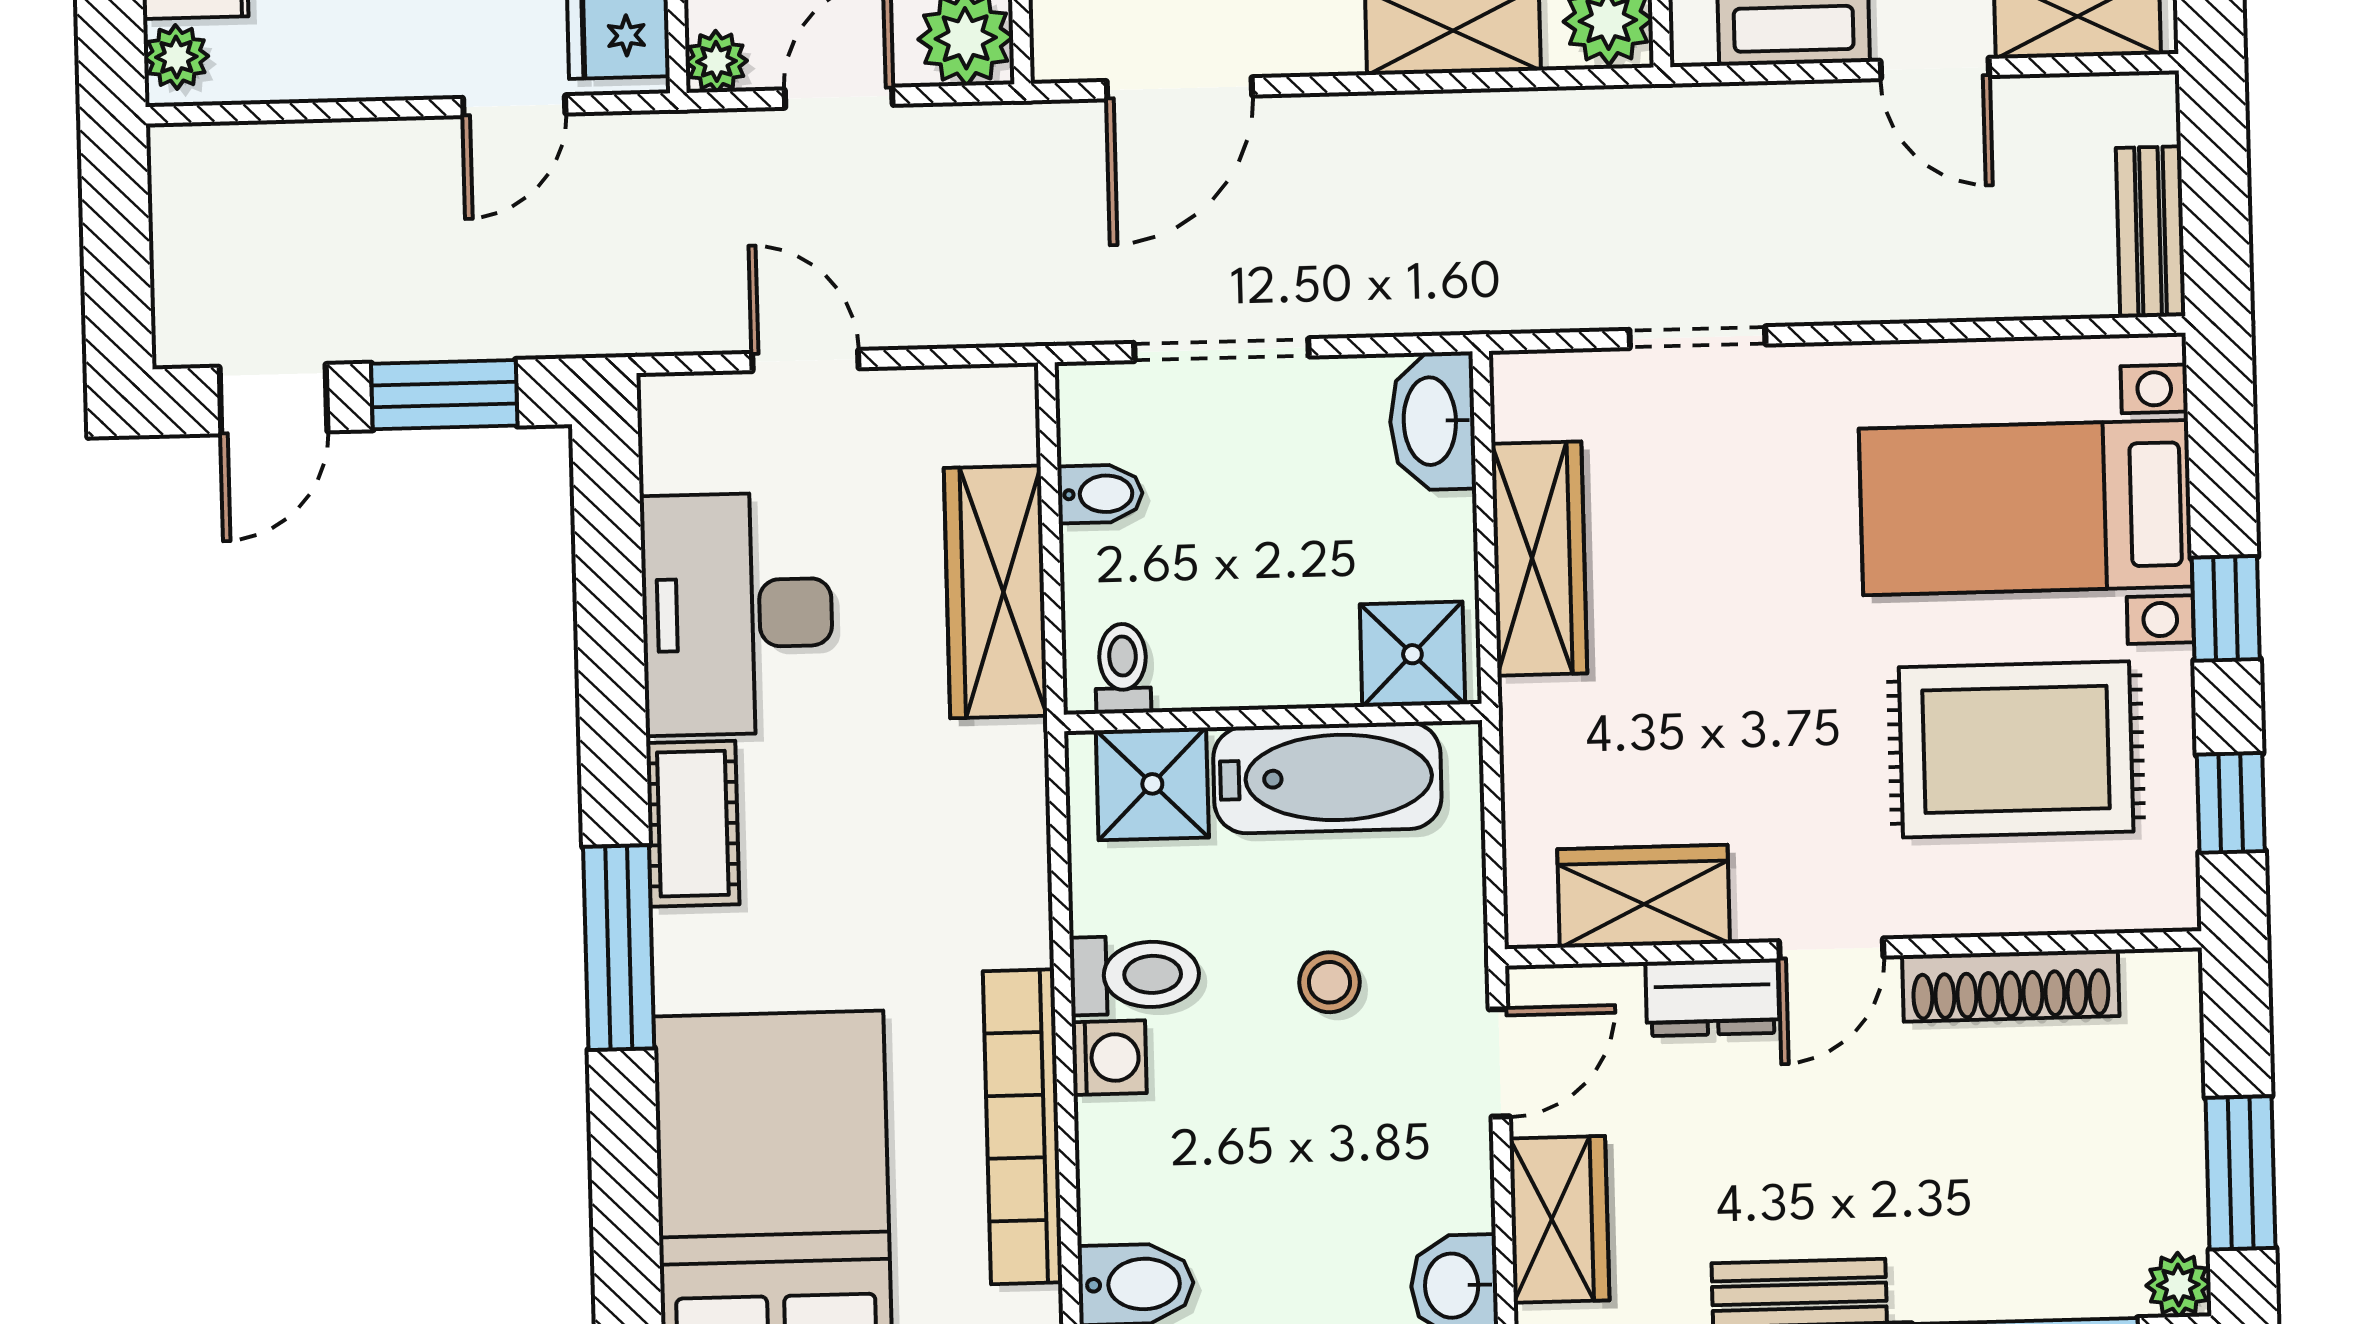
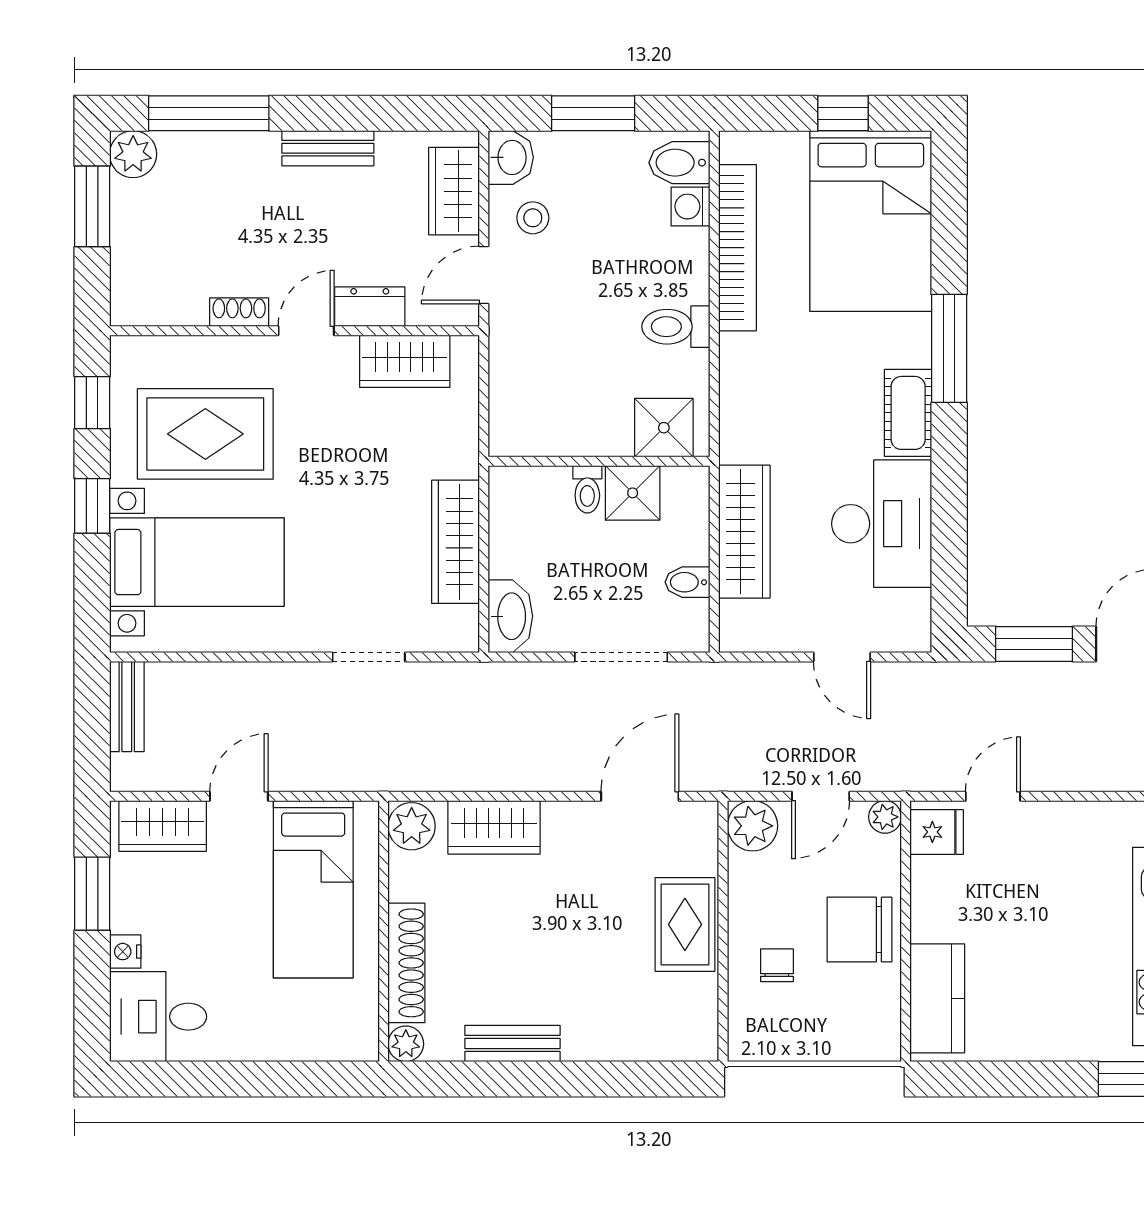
door: (1935, 68) -> (239, 796), hinge flipped
shower: (1412, 654) -> (633, 493), moved
toilet: (1123, 669) -> (587, 489), moved
bathtub: (1327, 778) -> (571, 429), removed
stool: (1329, 982) -> (533, 218), moved
shoe rack: (2011, 986) -> (239, 312), width x0.51, depth x0.81
washing machine: (1109, 1058) -> (690, 207), moved
plant: (2178, 1285) -> (133, 154), width x1.38, depth x1.38

